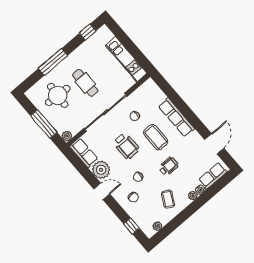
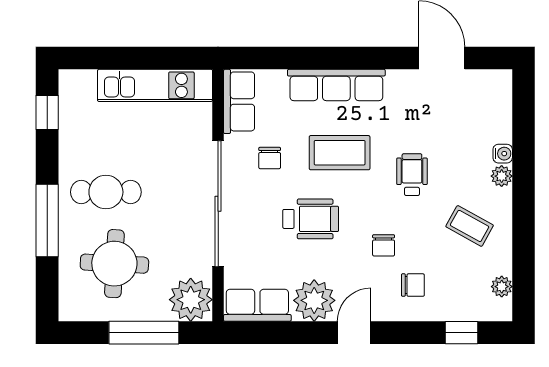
cafe table: (85, 83) -> (106, 192), moved
plant: (67, 136) -> (191, 300), width x1.87, depth x1.87
row of seats: (213, 176) -> (239, 101), moved, turned 180

